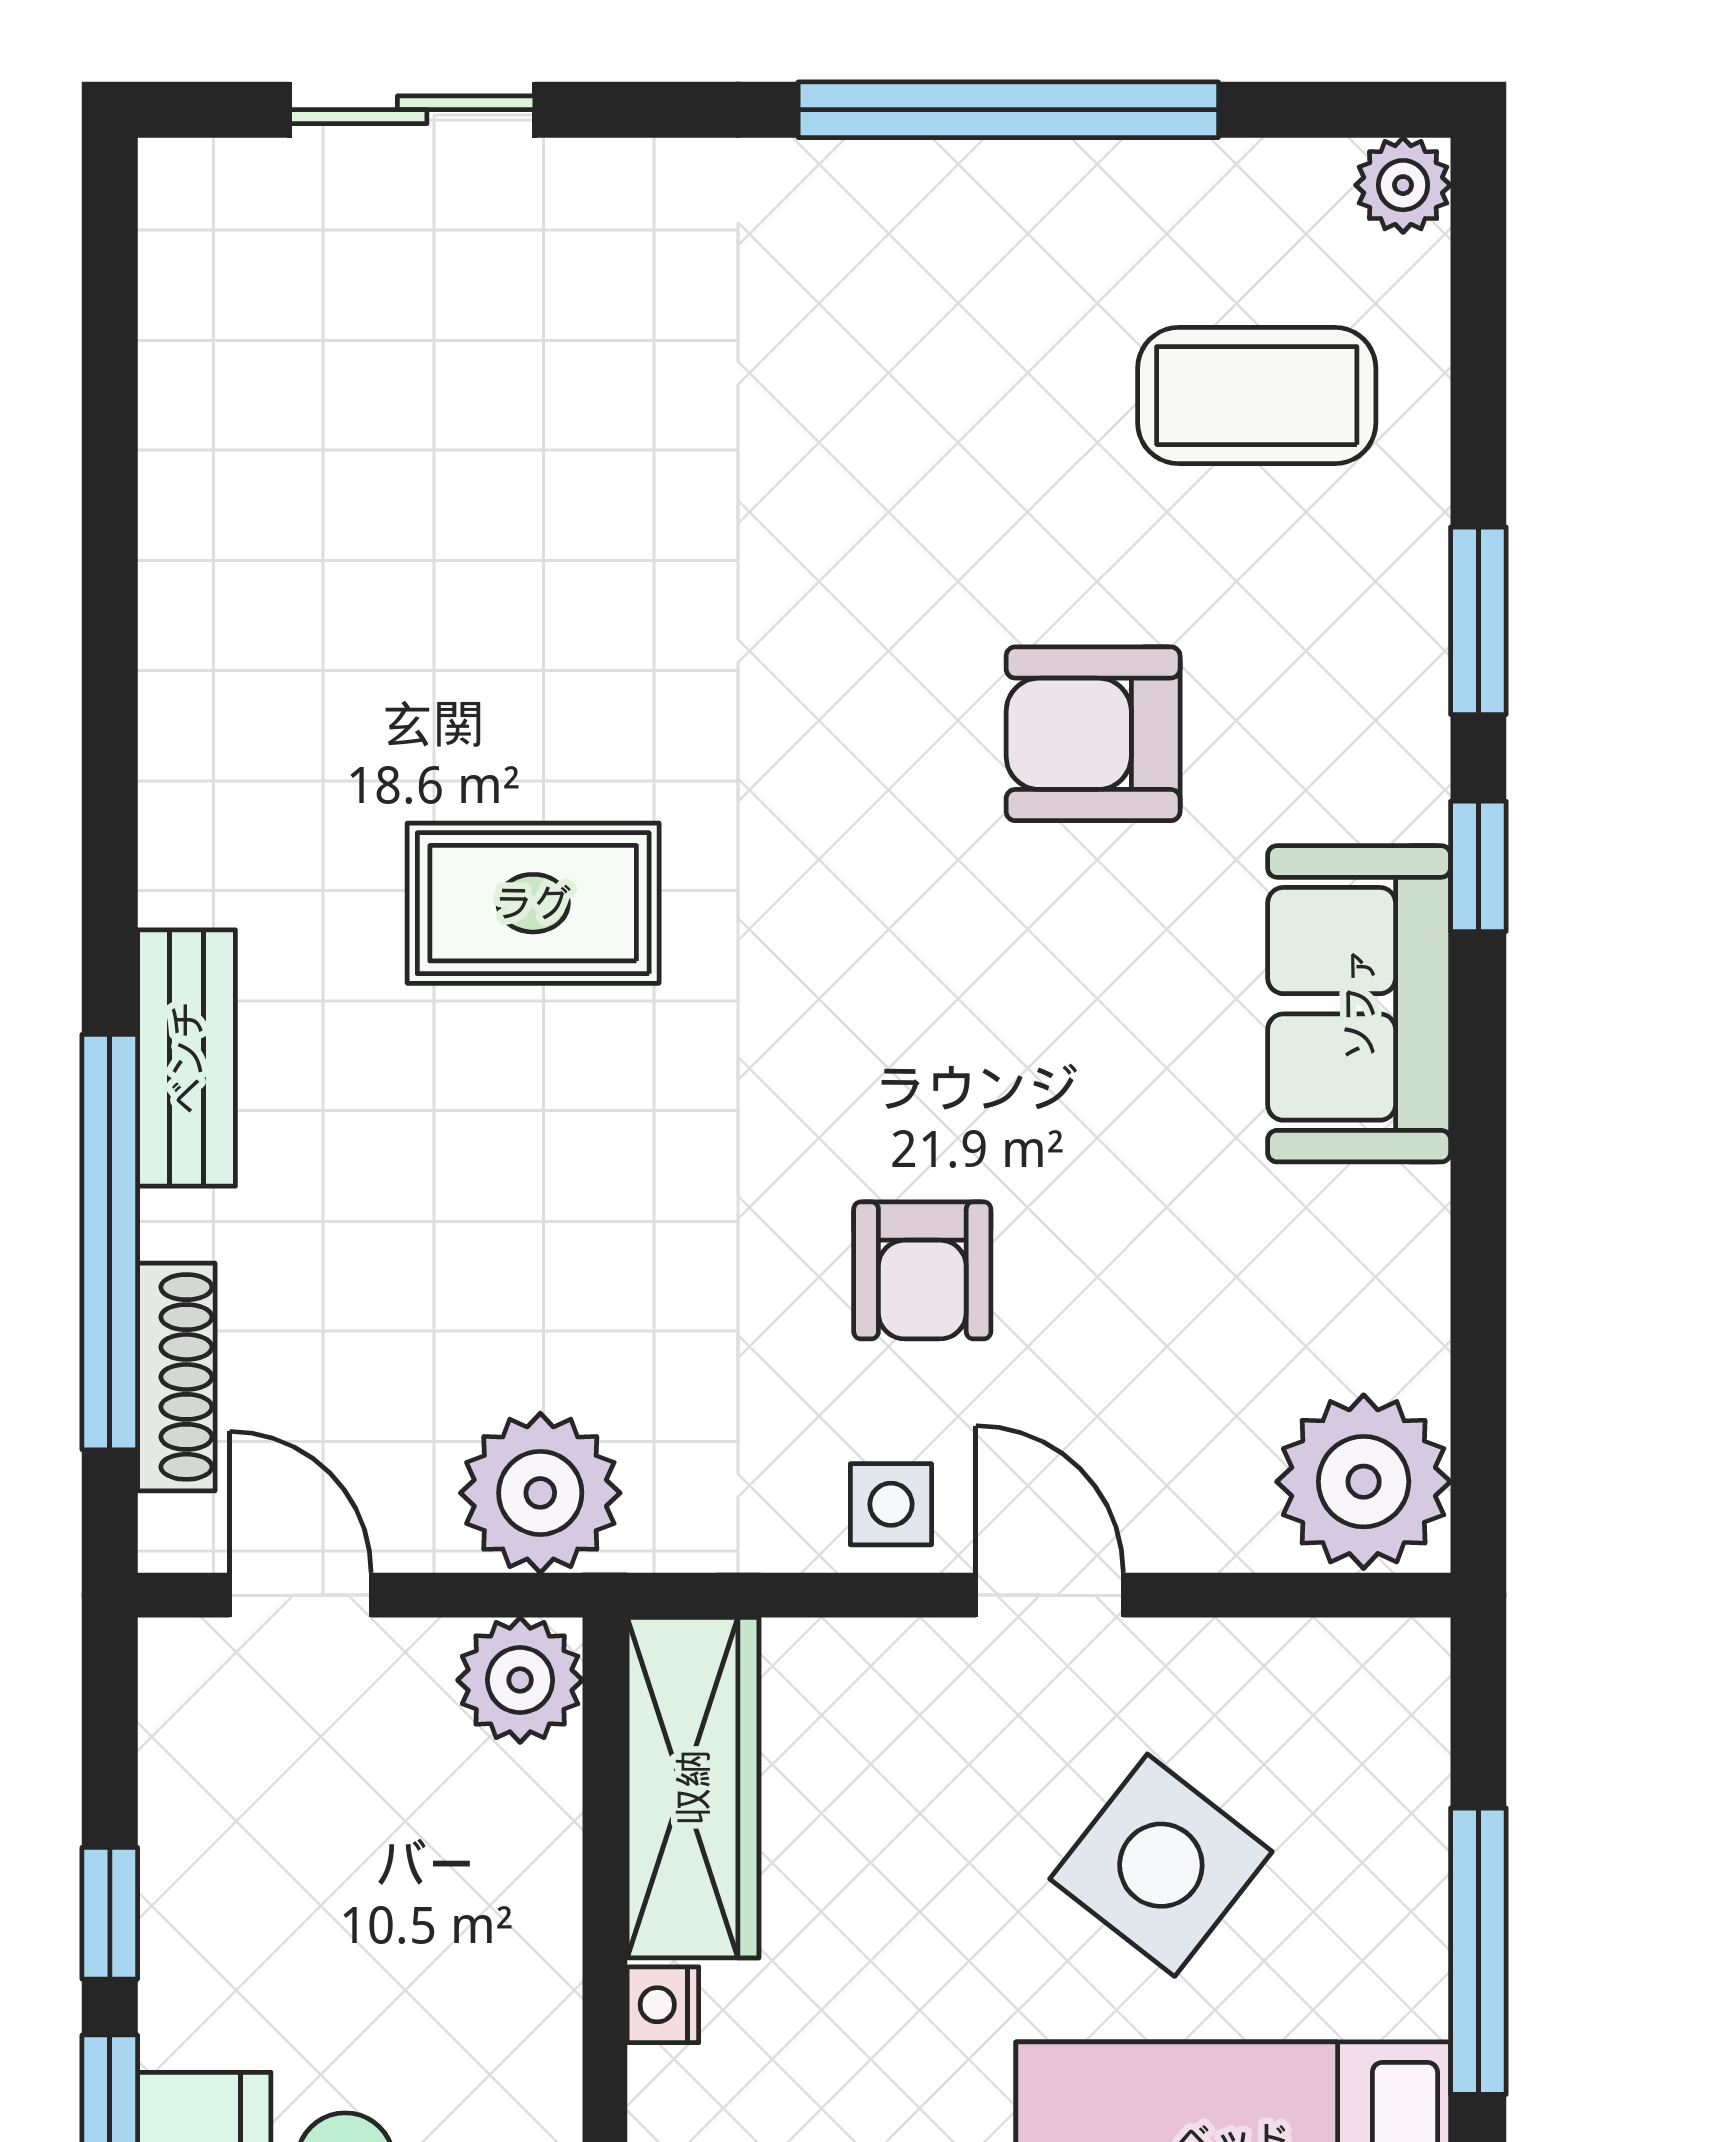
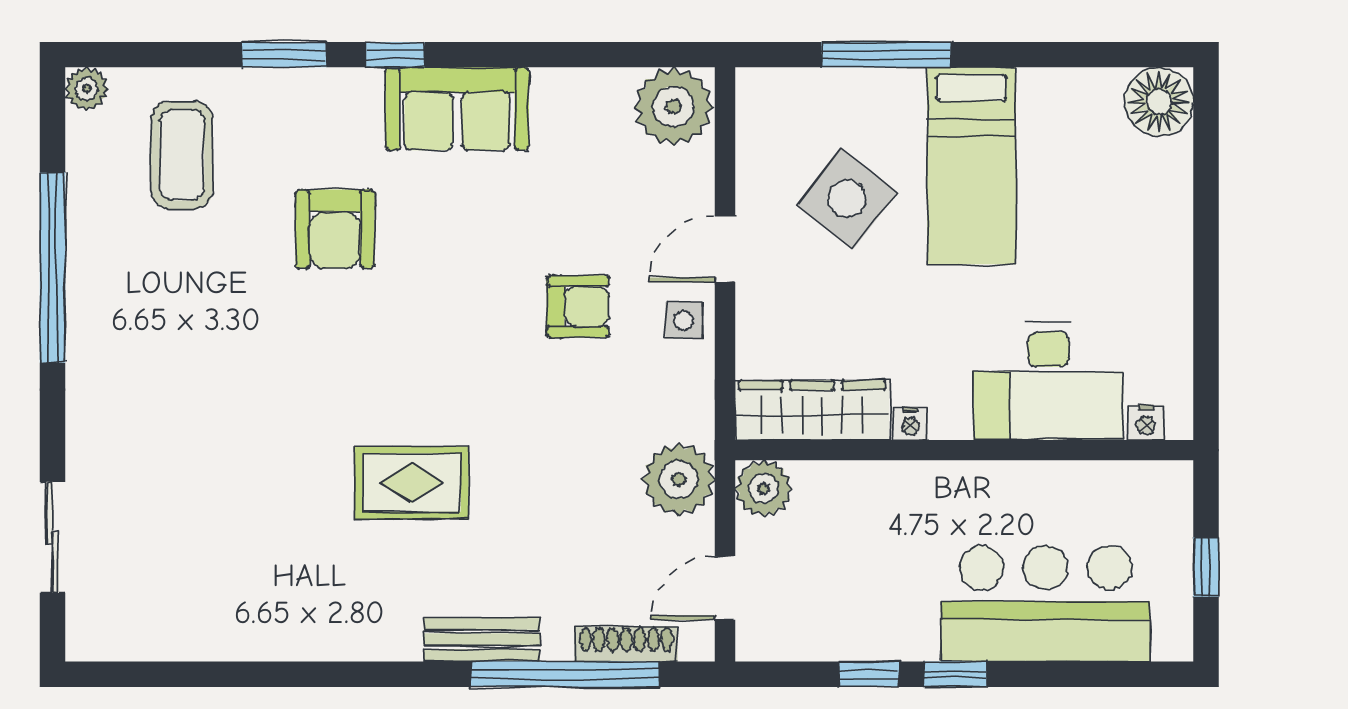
rug: (533, 903) -> (412, 483), turned 90

